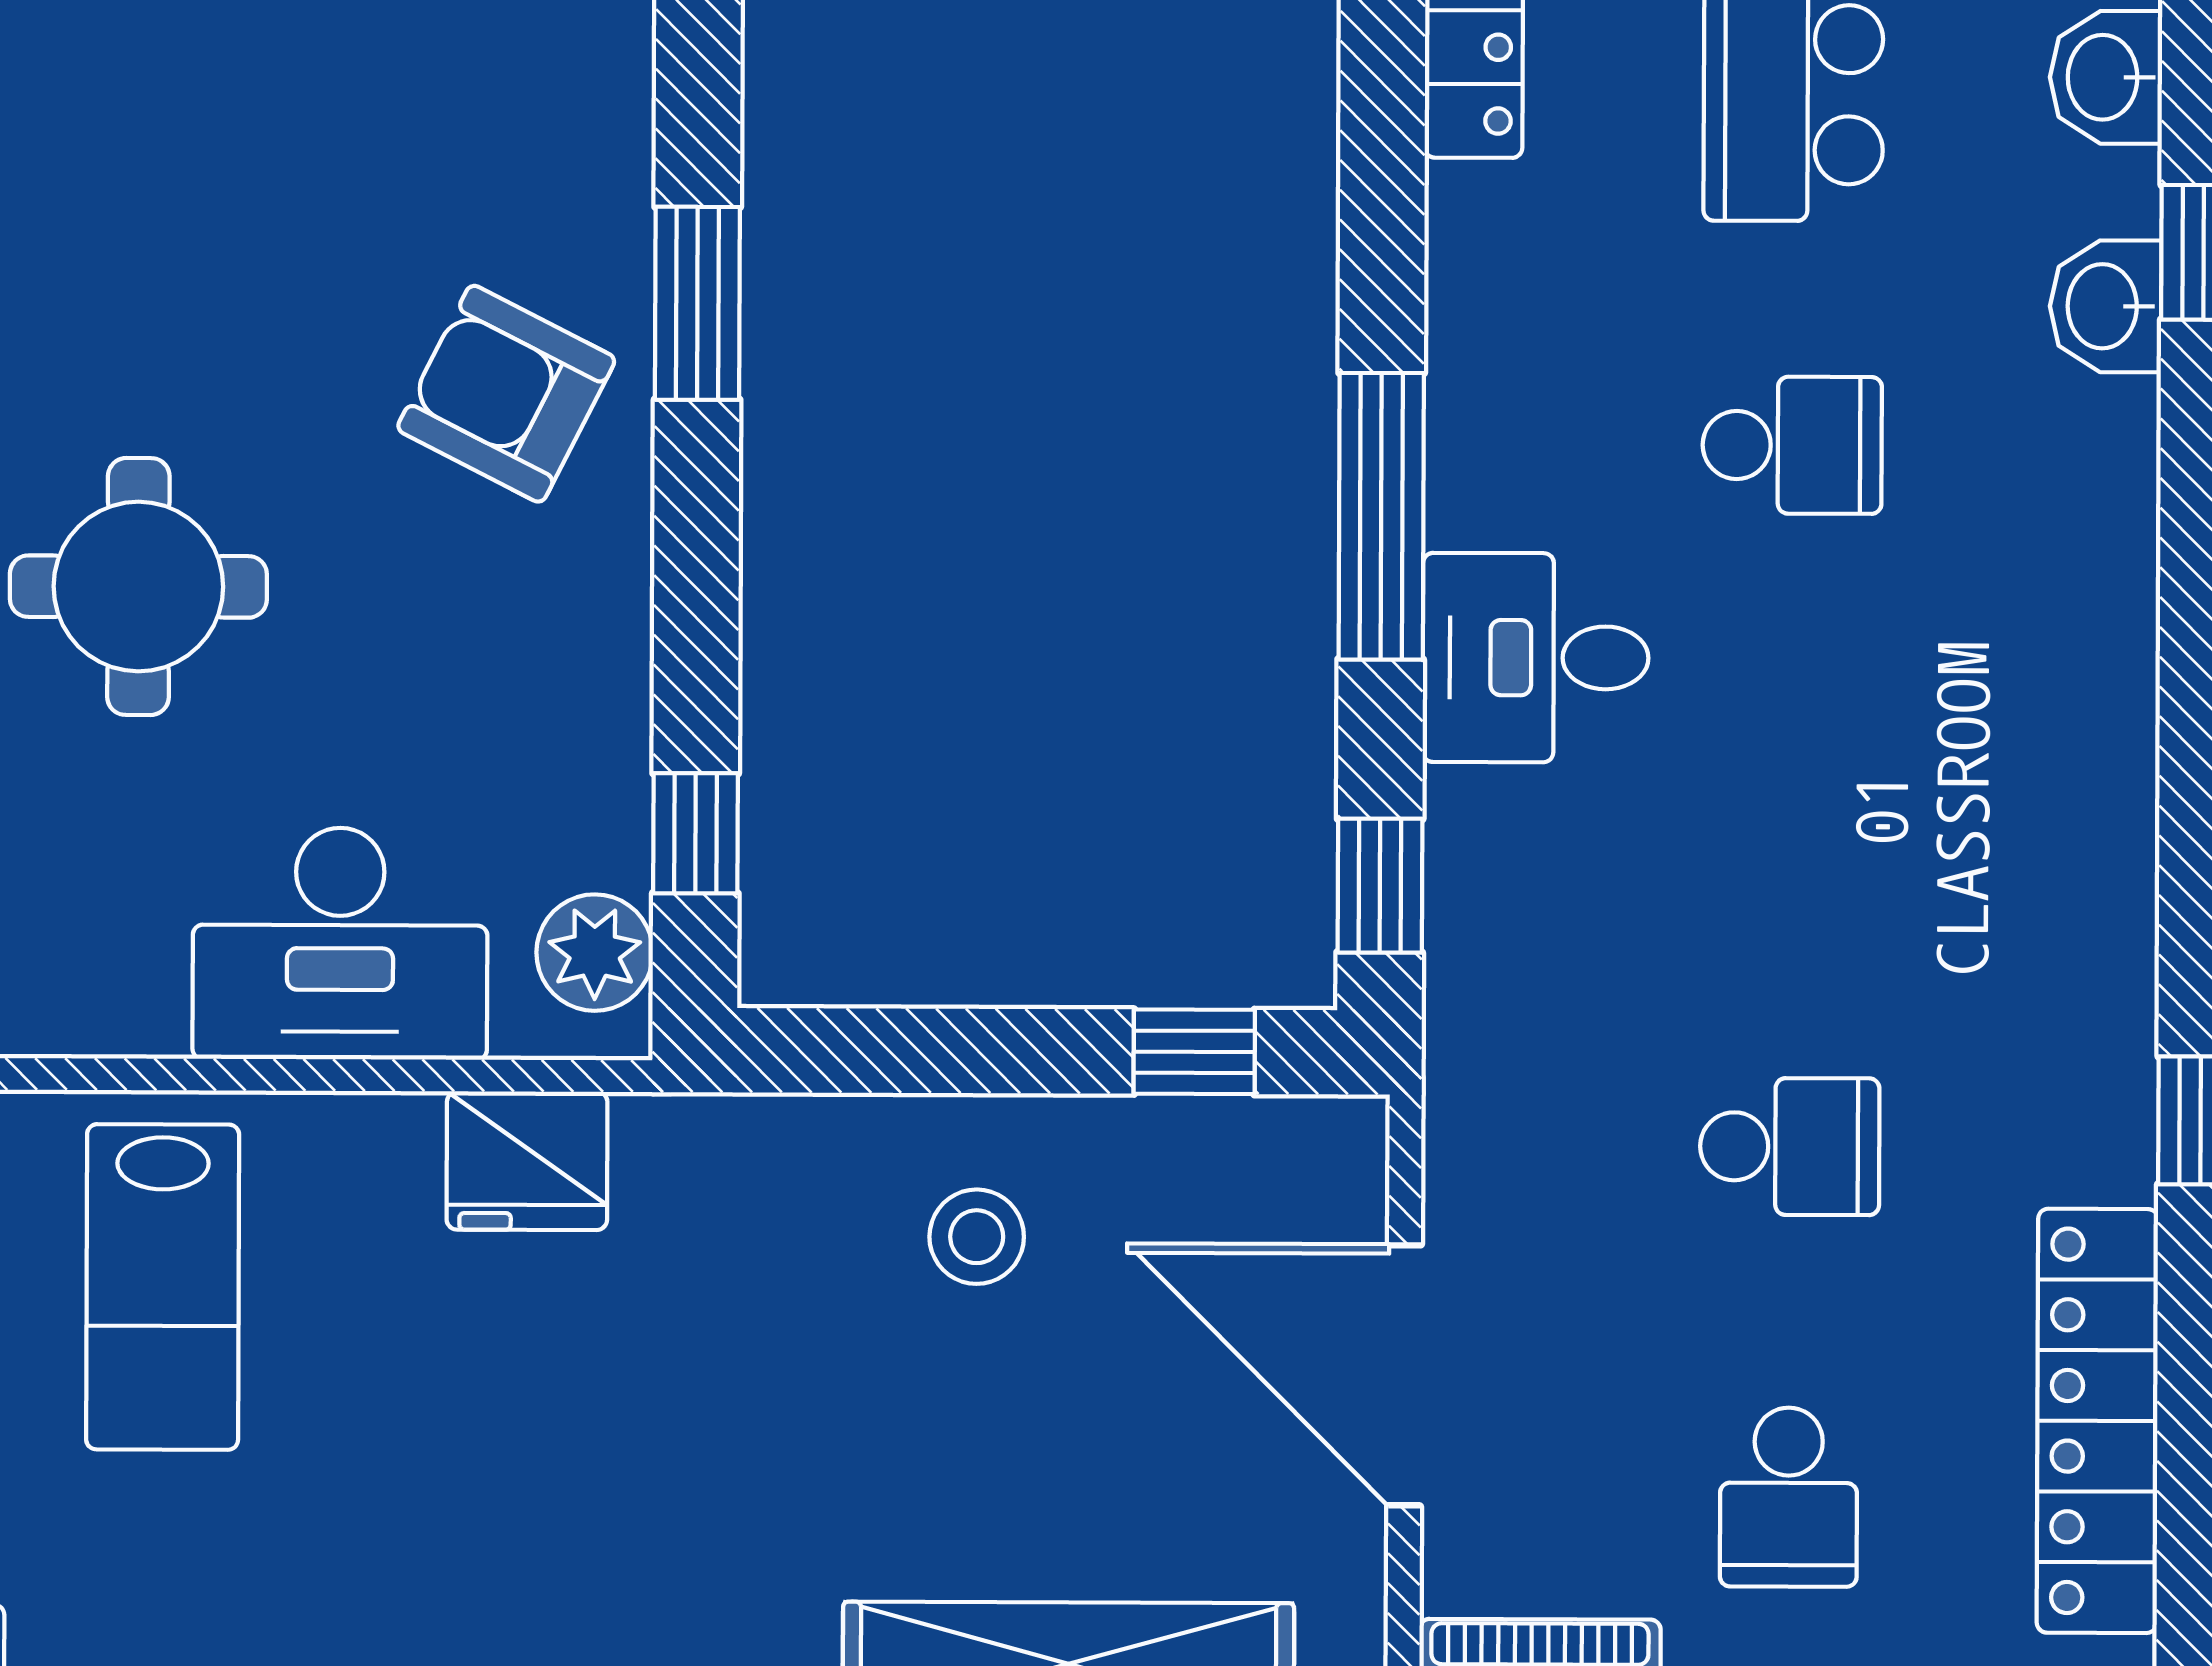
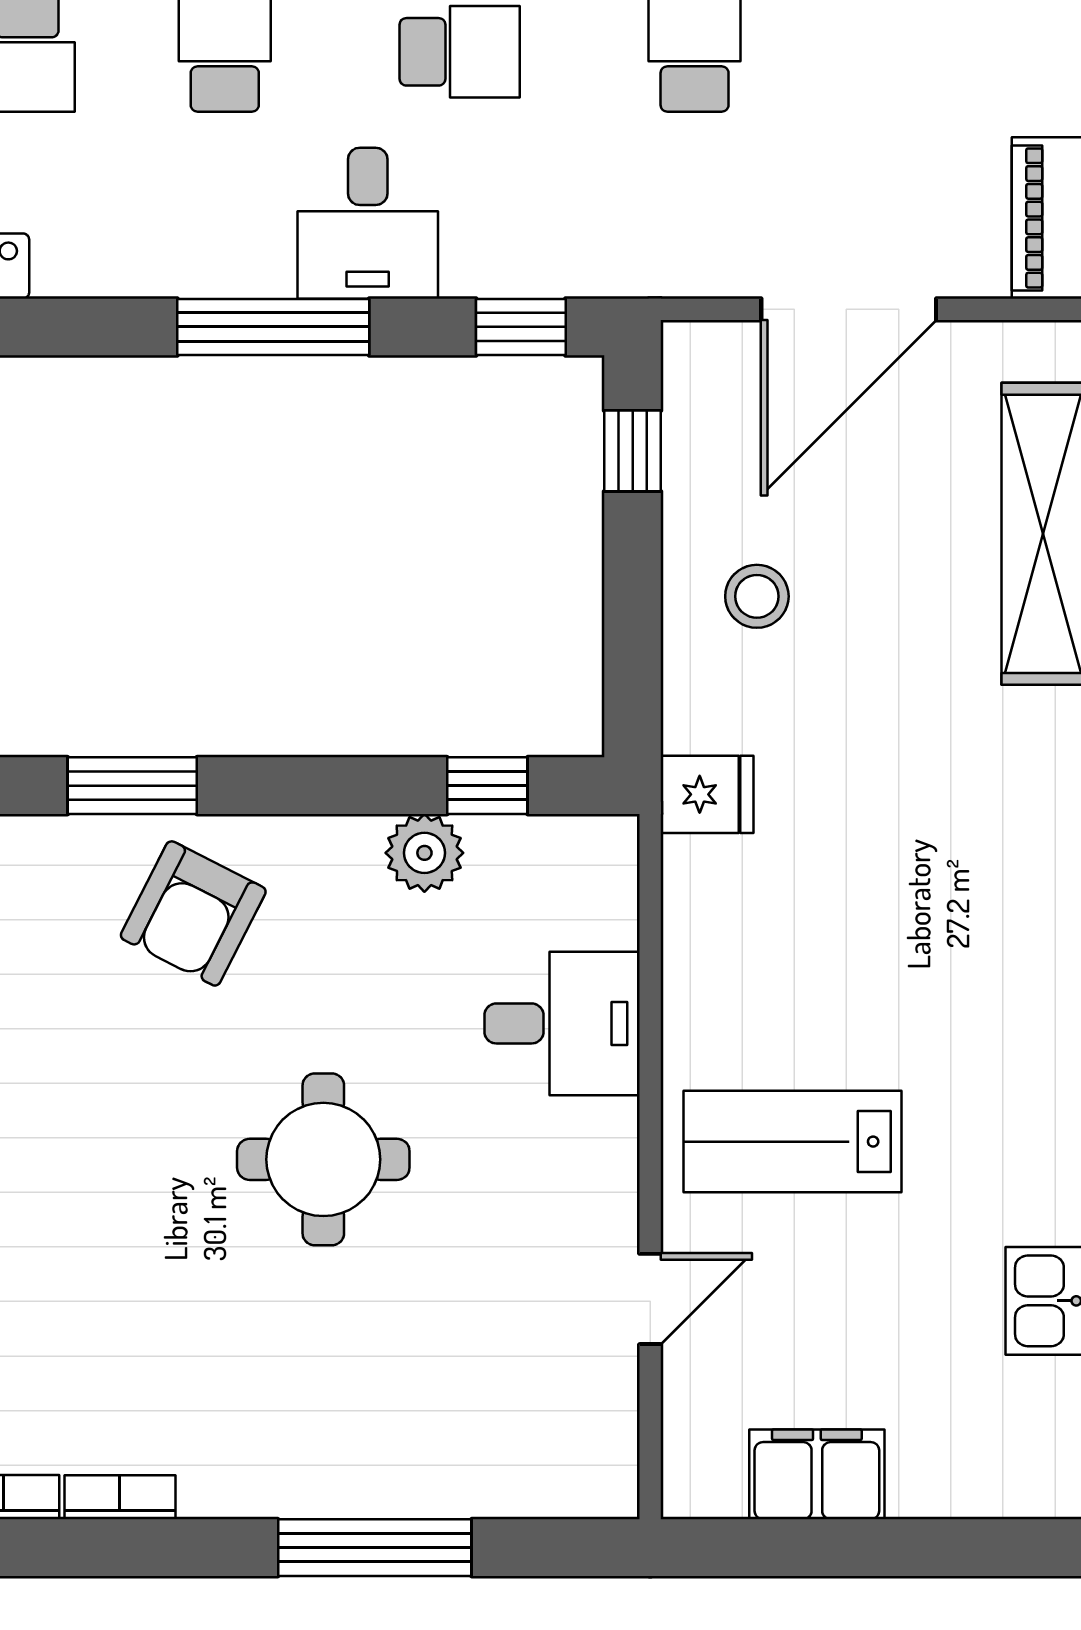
desk: (340, 944) -> (562, 1023), width x0.73
plant: (595, 953) -> (424, 853), moved
fridge: (527, 1161) -> (707, 794), moved, width x0.72
lab bench: (163, 1287) -> (792, 1142), turned 180
school desk: (1789, 1497) -> (460, 52), moved

